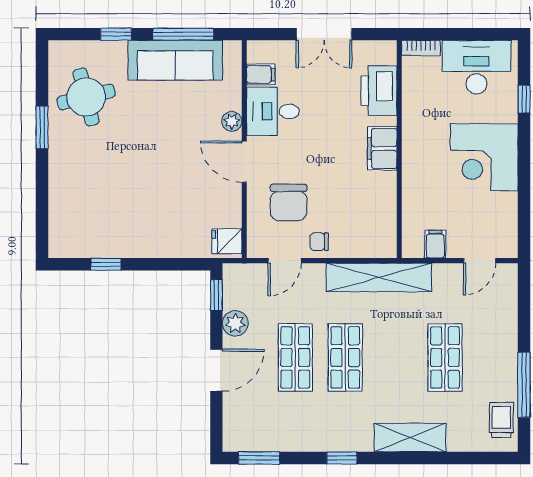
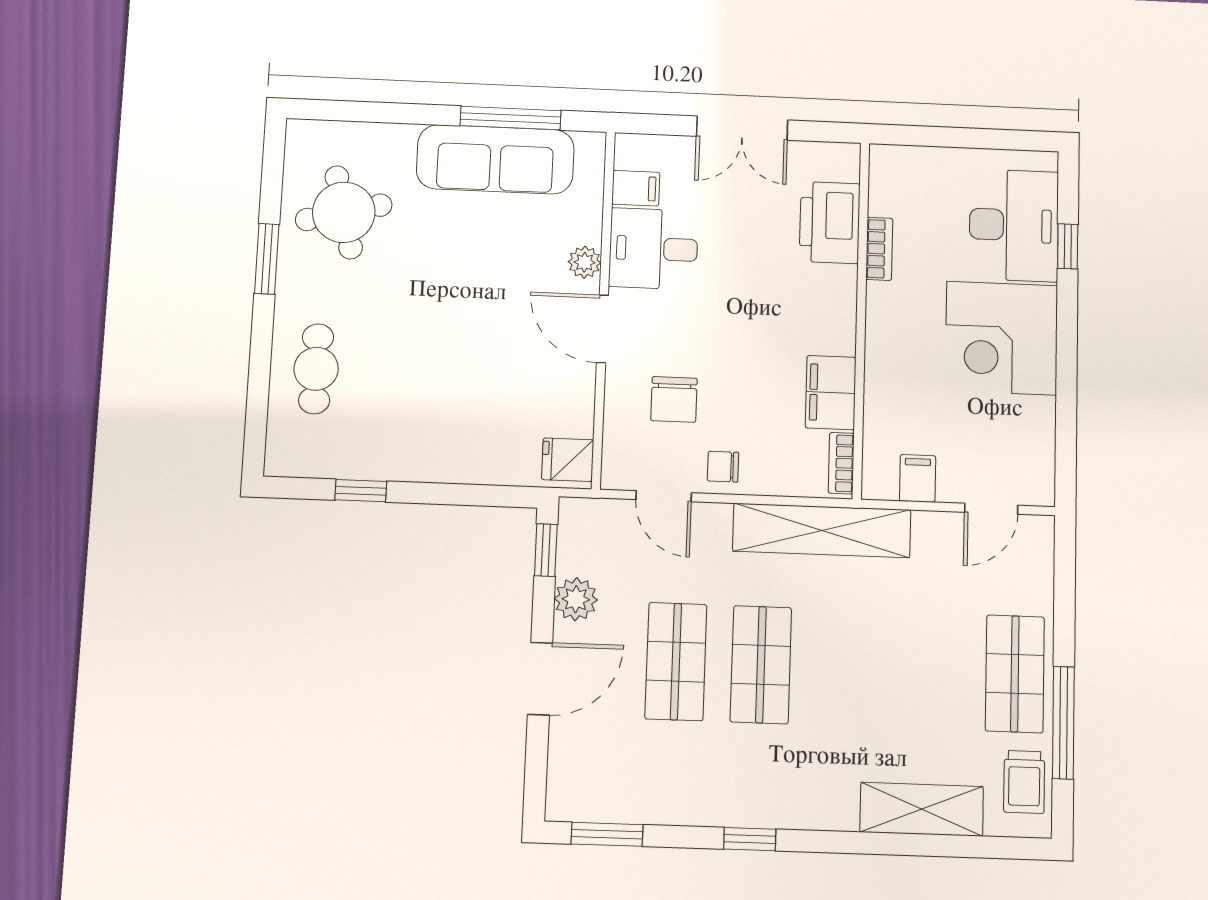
window: (116, 34) -> (399, 113), removed
bookcase: (421, 48) -> (879, 249), moved, turned -90
desk: (476, 67) -> (1014, 225), moved, turned 90
filing cabinet: (382, 148) -> (831, 393), moved
cafe table: (75, 193) -> (316, 369), added
chair: (289, 203) -> (674, 399), width x0.73, depth x0.73
bookcase: (390, 237) -> (841, 463), added
door: (285, 261) -> (664, 496), hinge flipped
shop shelf: (445, 357) -> (1015, 674), moved
trolley: (501, 420) -> (1024, 782), turned 180
shelving: (410, 438) -> (922, 809), moved

